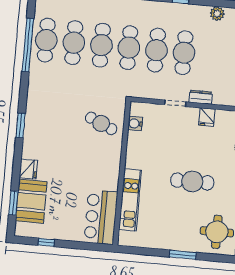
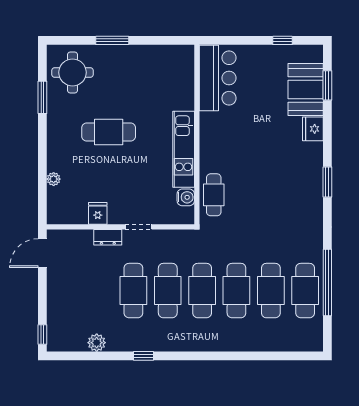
cafe table: (101, 123) -> (214, 195), moved, turned 66
kitchen unit: (130, 200) -> (184, 149), moved

